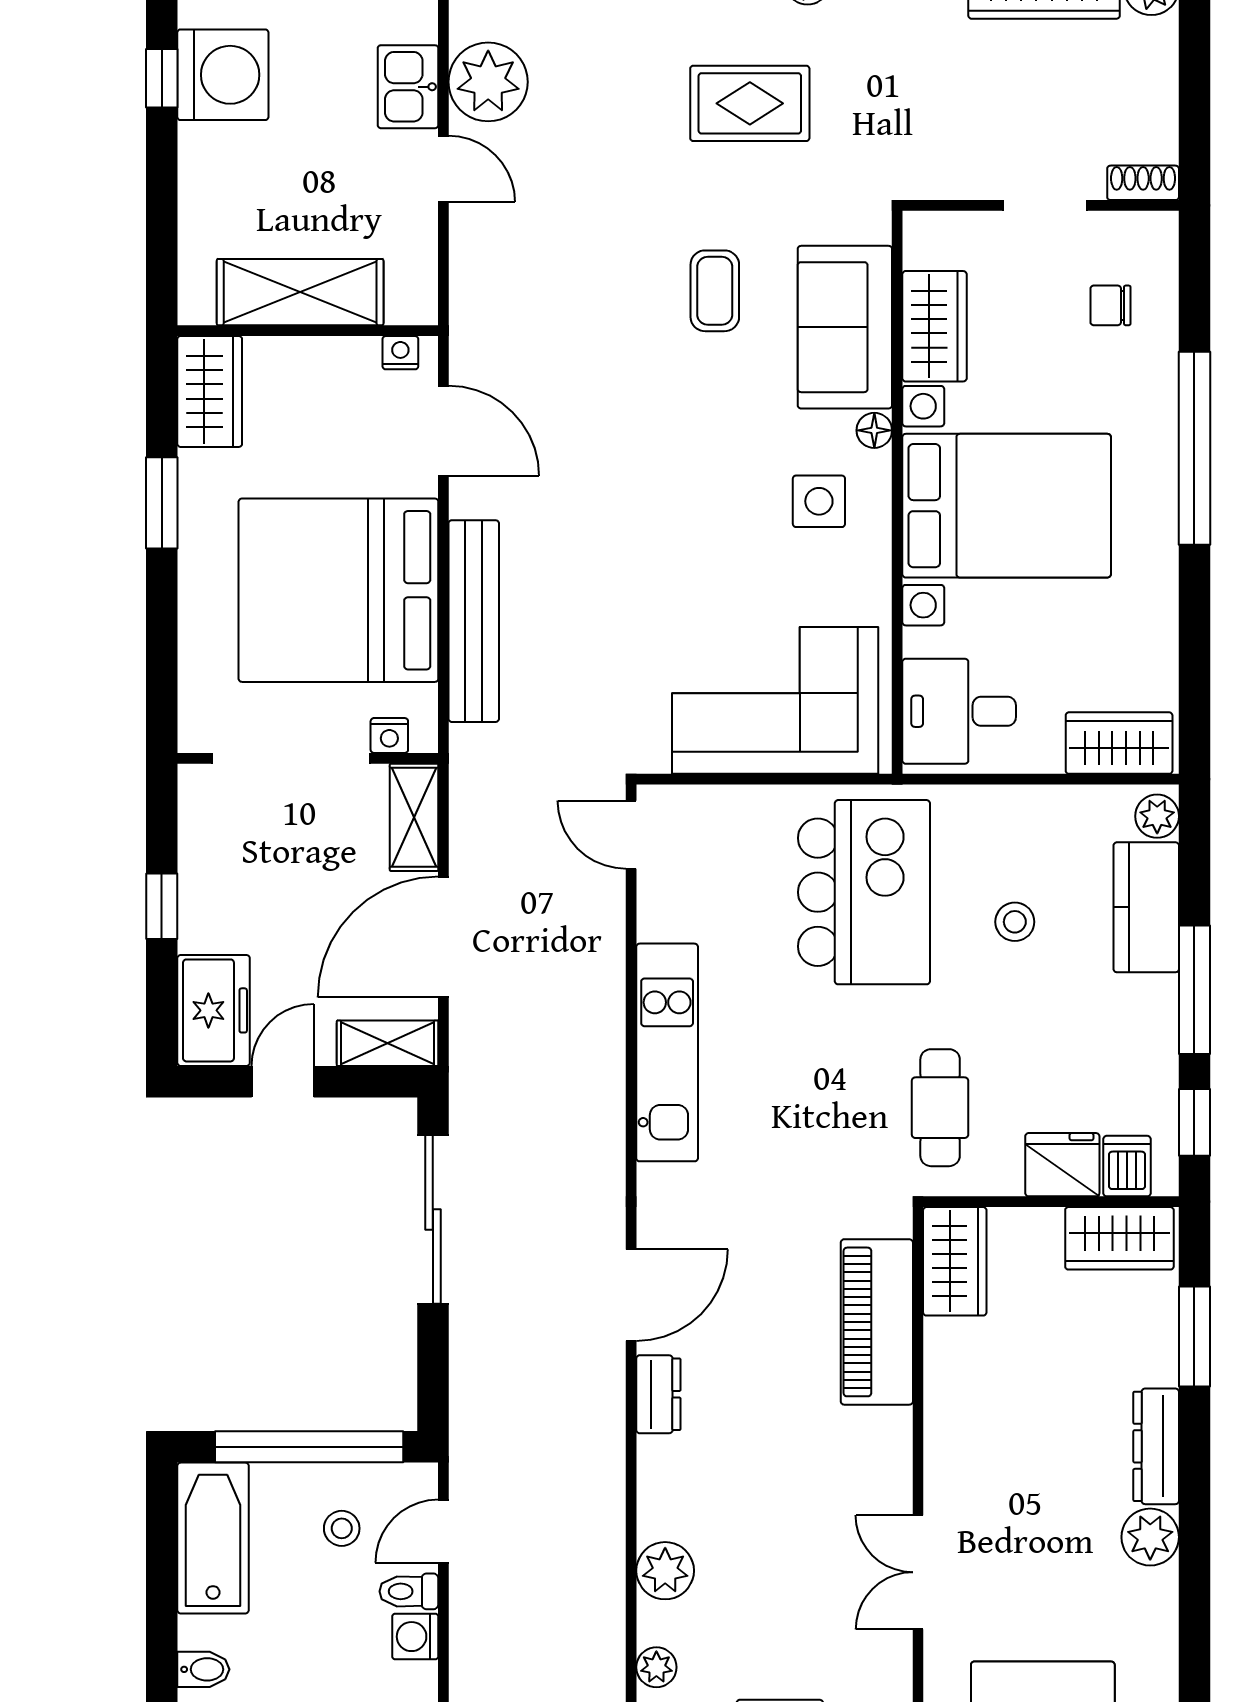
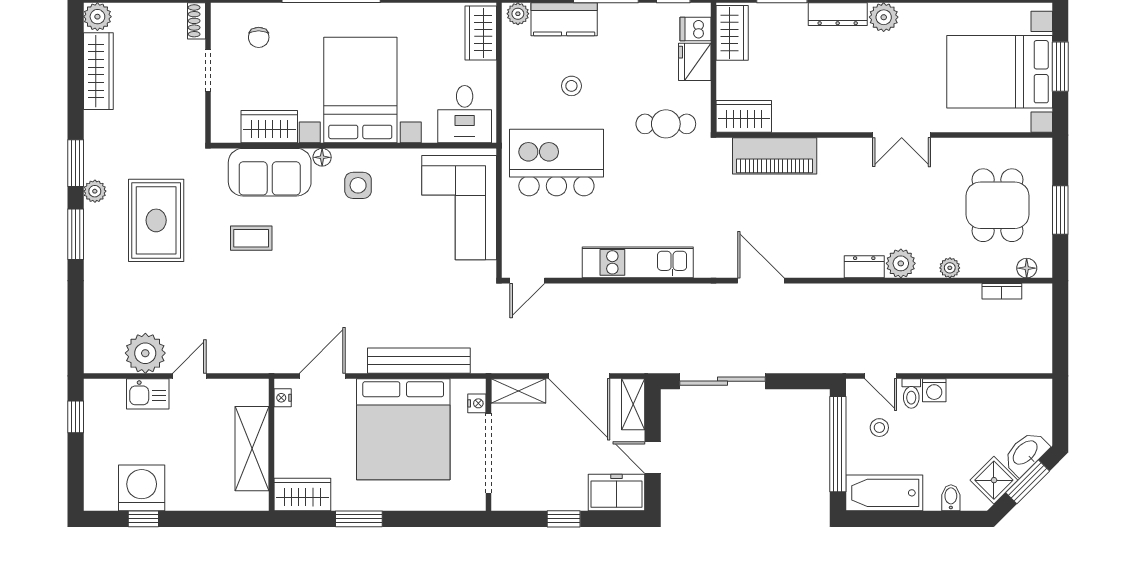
rug: (750, 103) -> (156, 220), width x1.36, depth x1.43
dresser: (658, 1394) -> (864, 267), moved

